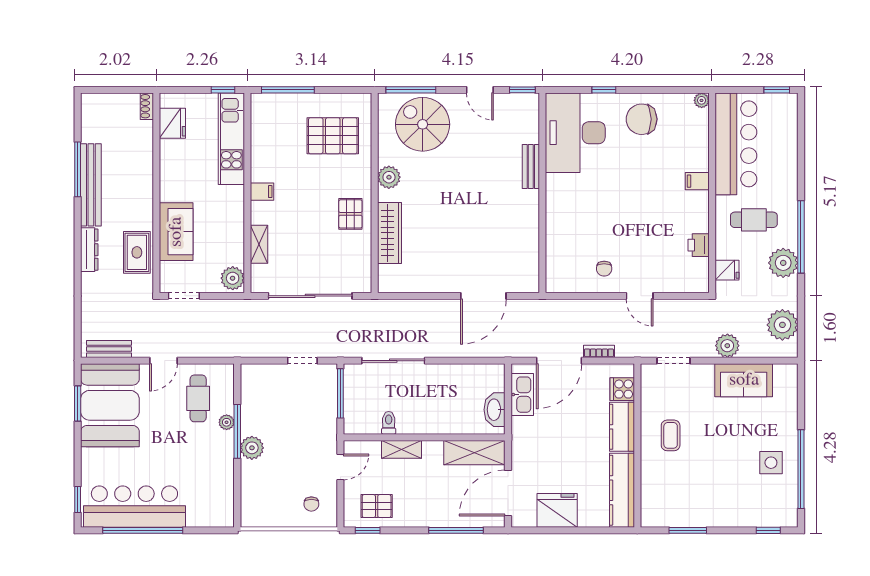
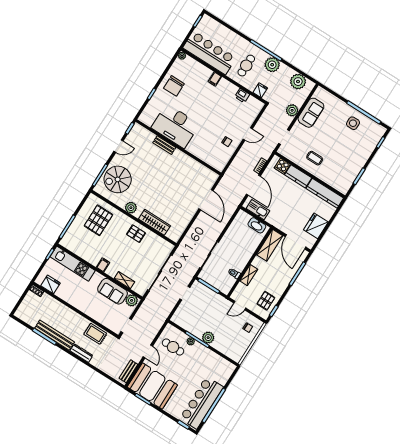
desk: (575, 133) -> (175, 126), moved
sofa: (176, 232) -> (113, 291), moved, turned 180
door: (340, 467) -> (240, 305), swing flipped

